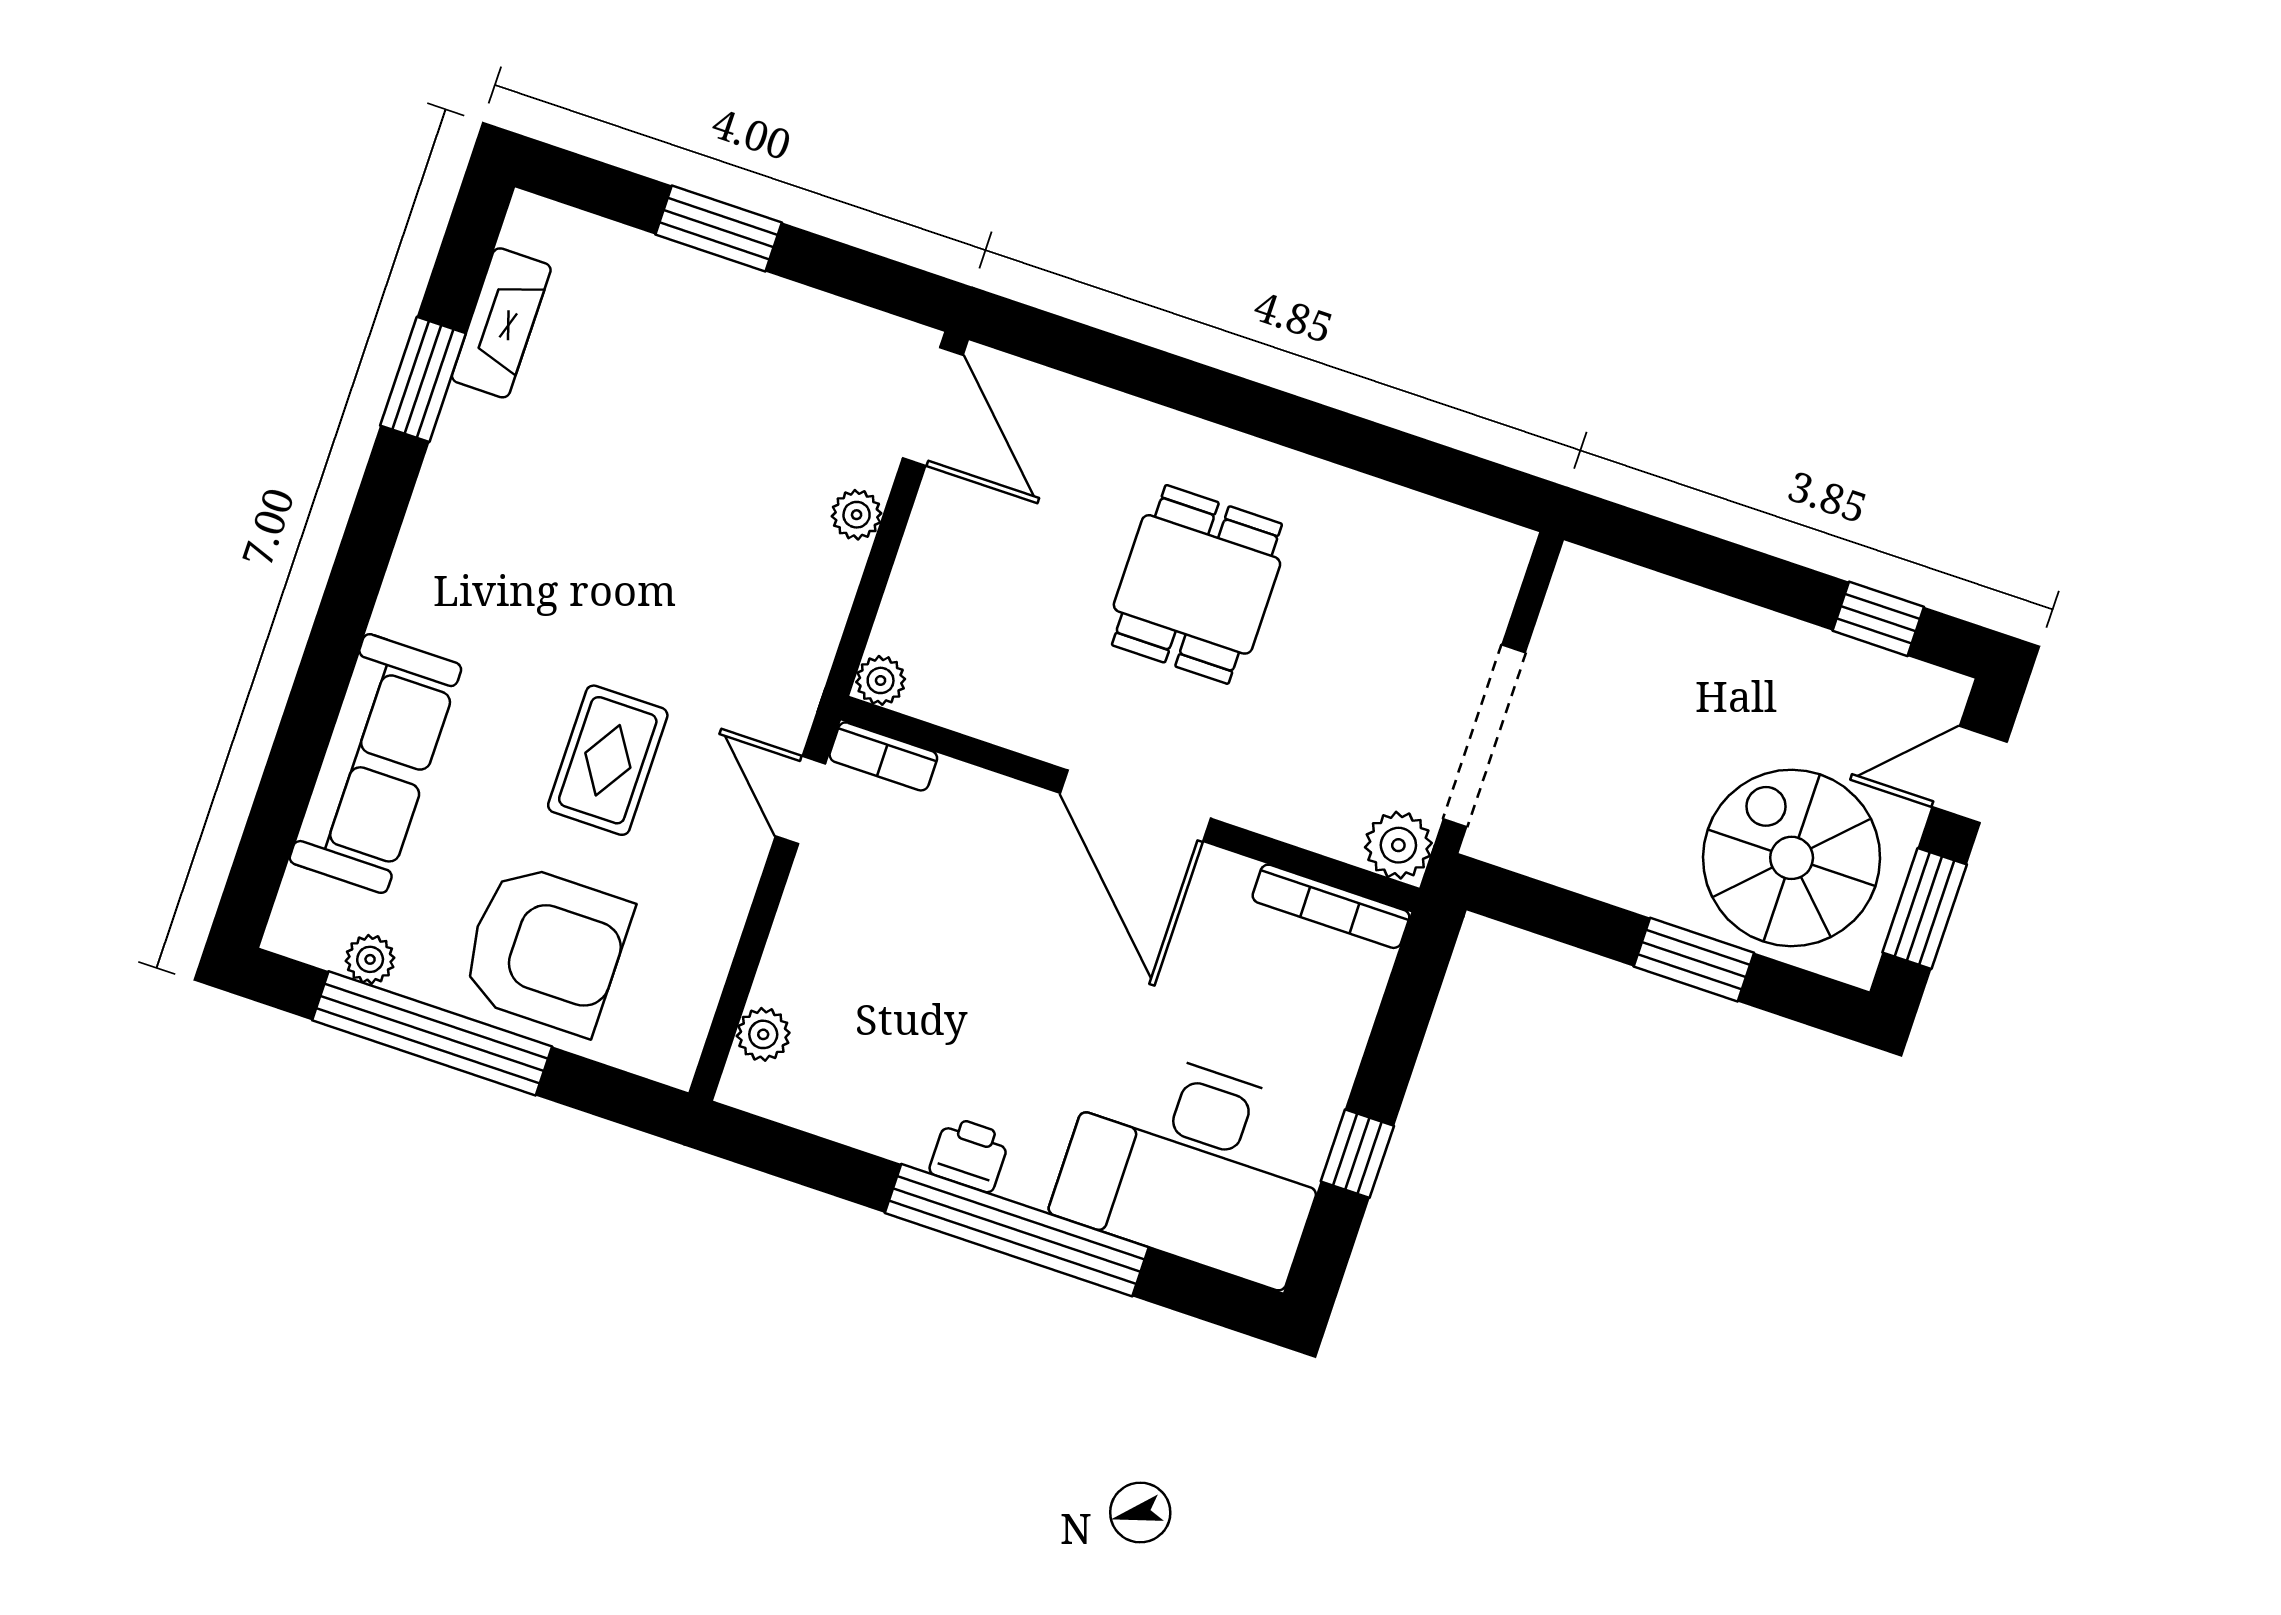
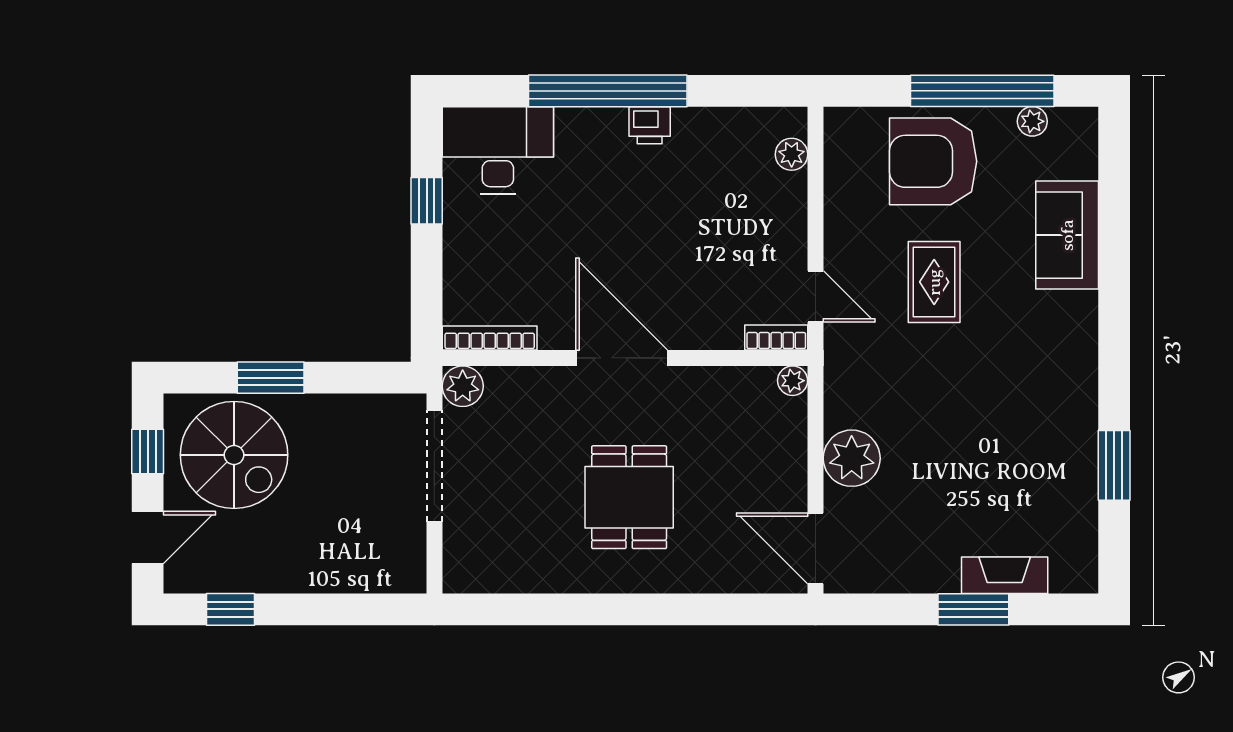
fireplace: (501, 323) -> (1005, 575), moved, turned 90
plant: (857, 515) -> (852, 458), width x1.88, depth x1.88
sofa: (375, 764) -> (1067, 235), width x0.73
window: (1925, 909) -> (148, 452), width x0.67
desk: (1195, 1164) -> (498, 150), width x0.73, depth x0.77

